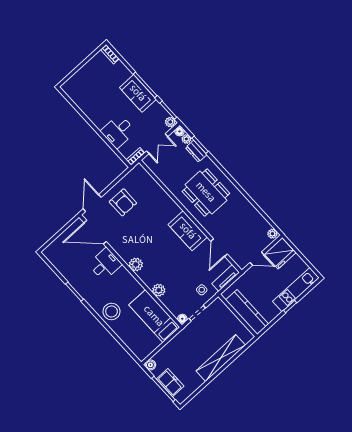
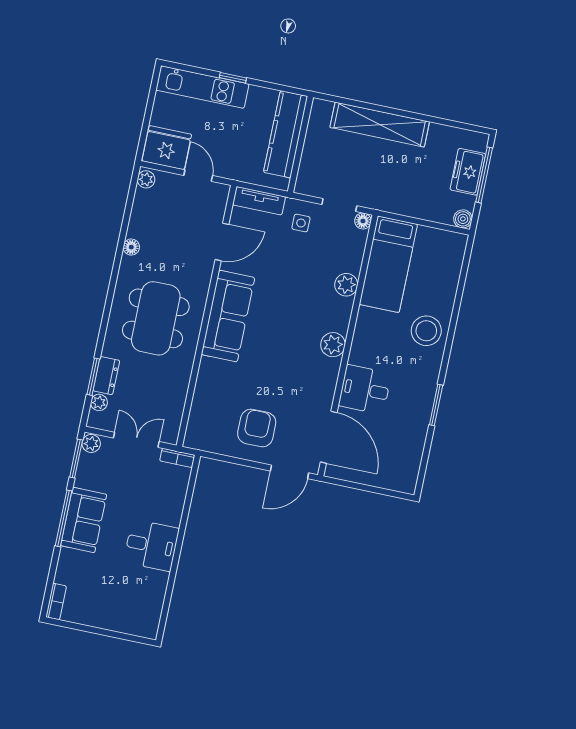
desk: (118, 131) -> (151, 545), moved
floor lamp: (180, 131) -> (131, 247), moved
sofa: (188, 231) -> (228, 316), width x1.36

